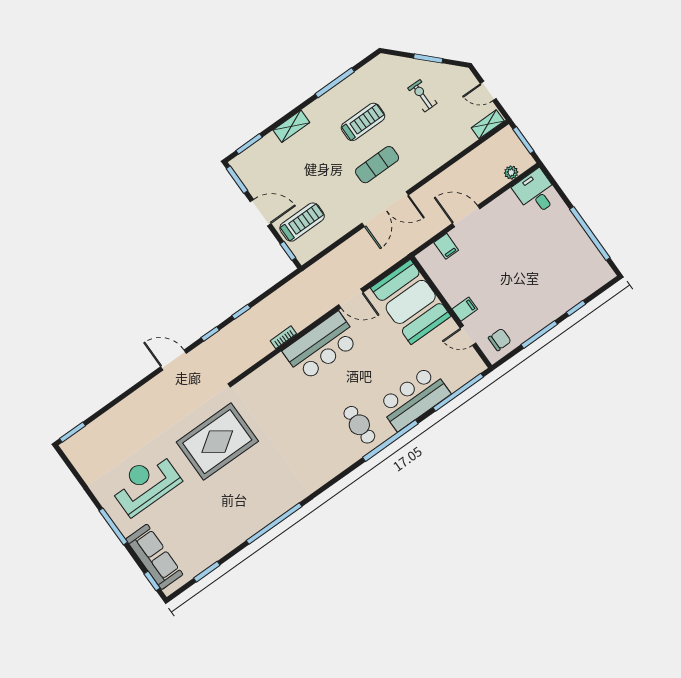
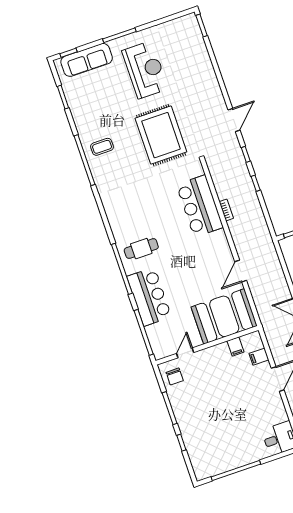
filing cabinet: (465, 309) -> (235, 346), moved
bar counter: (321, 346) -> (200, 206), moved
coffee table: (252, 508) -> (102, 147), added

